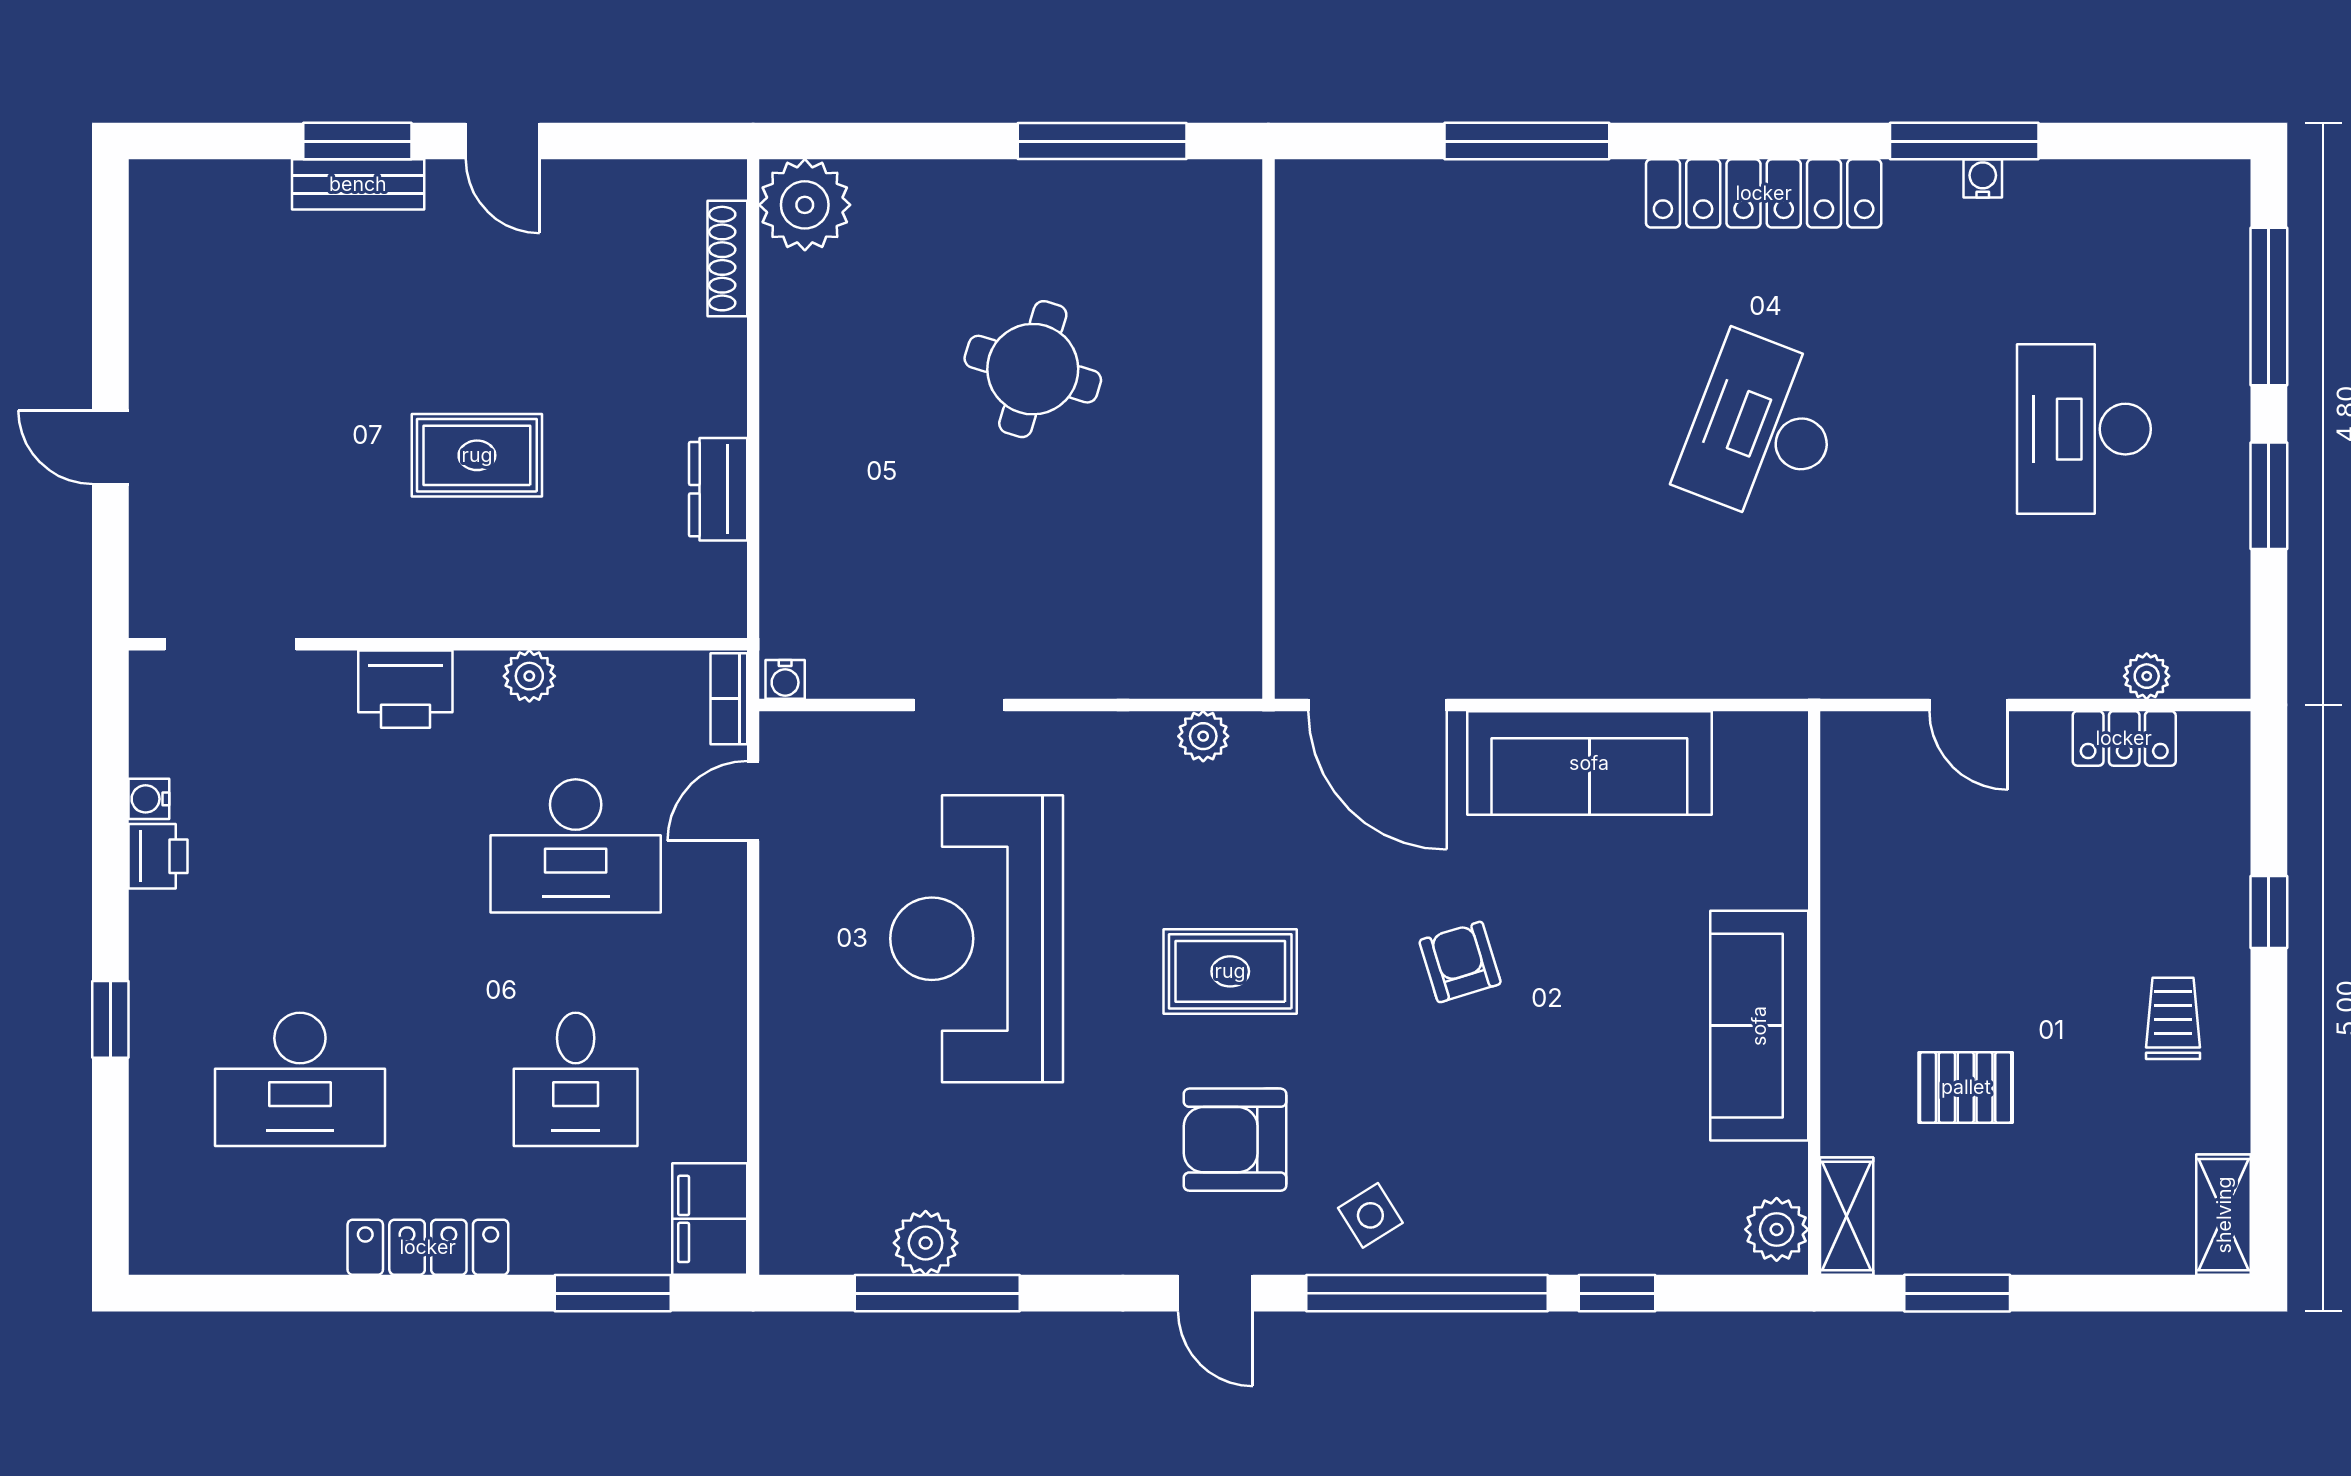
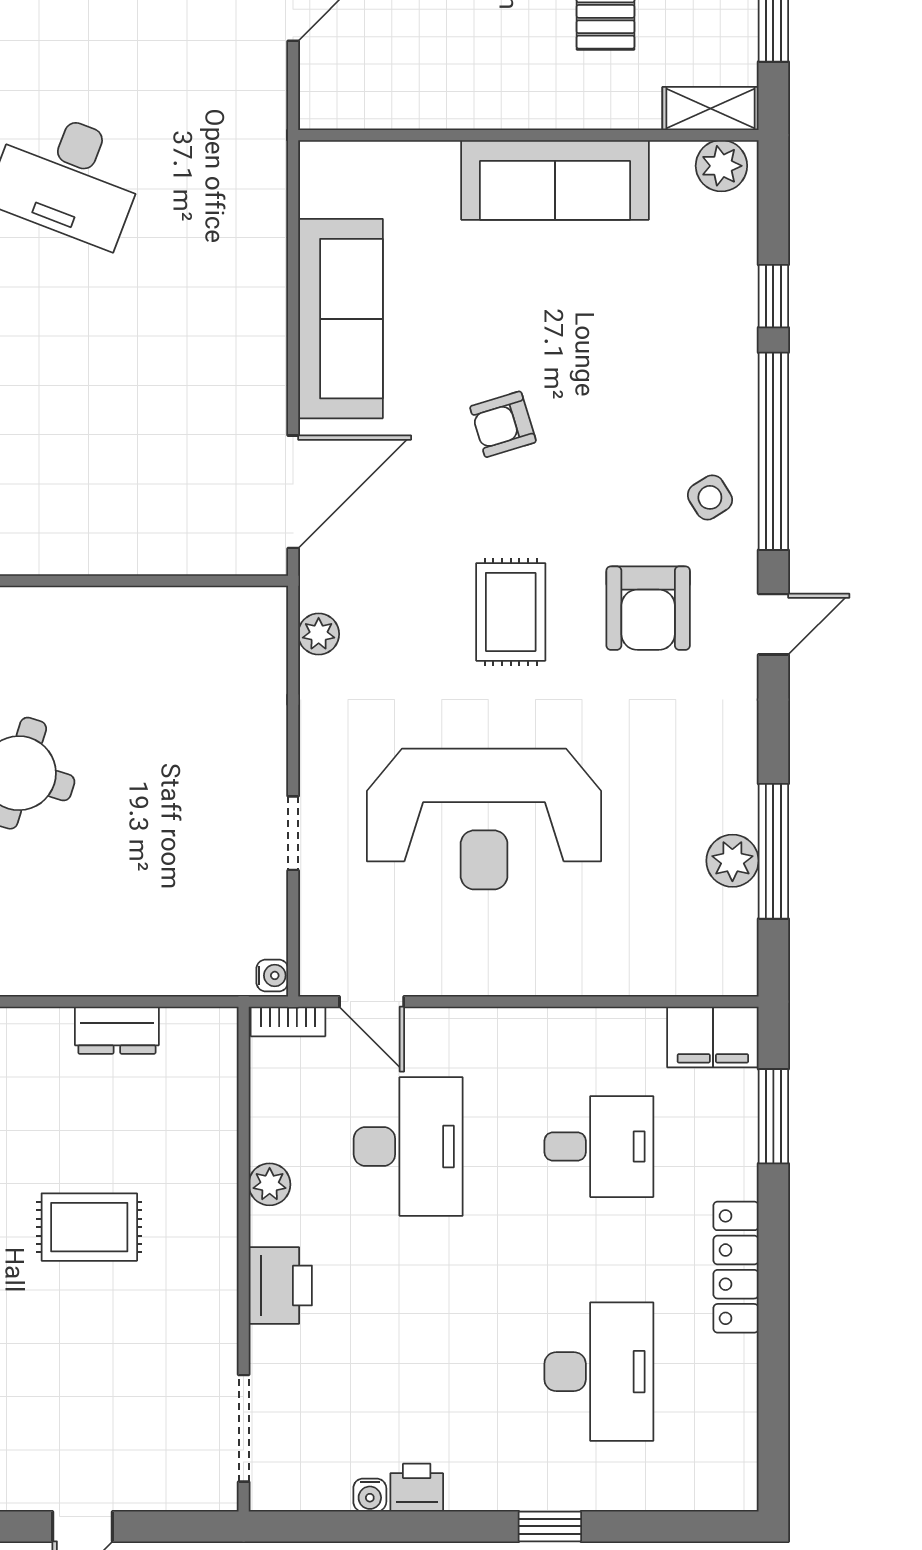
rug: (477, 455) -> (89, 1227), turned 90

